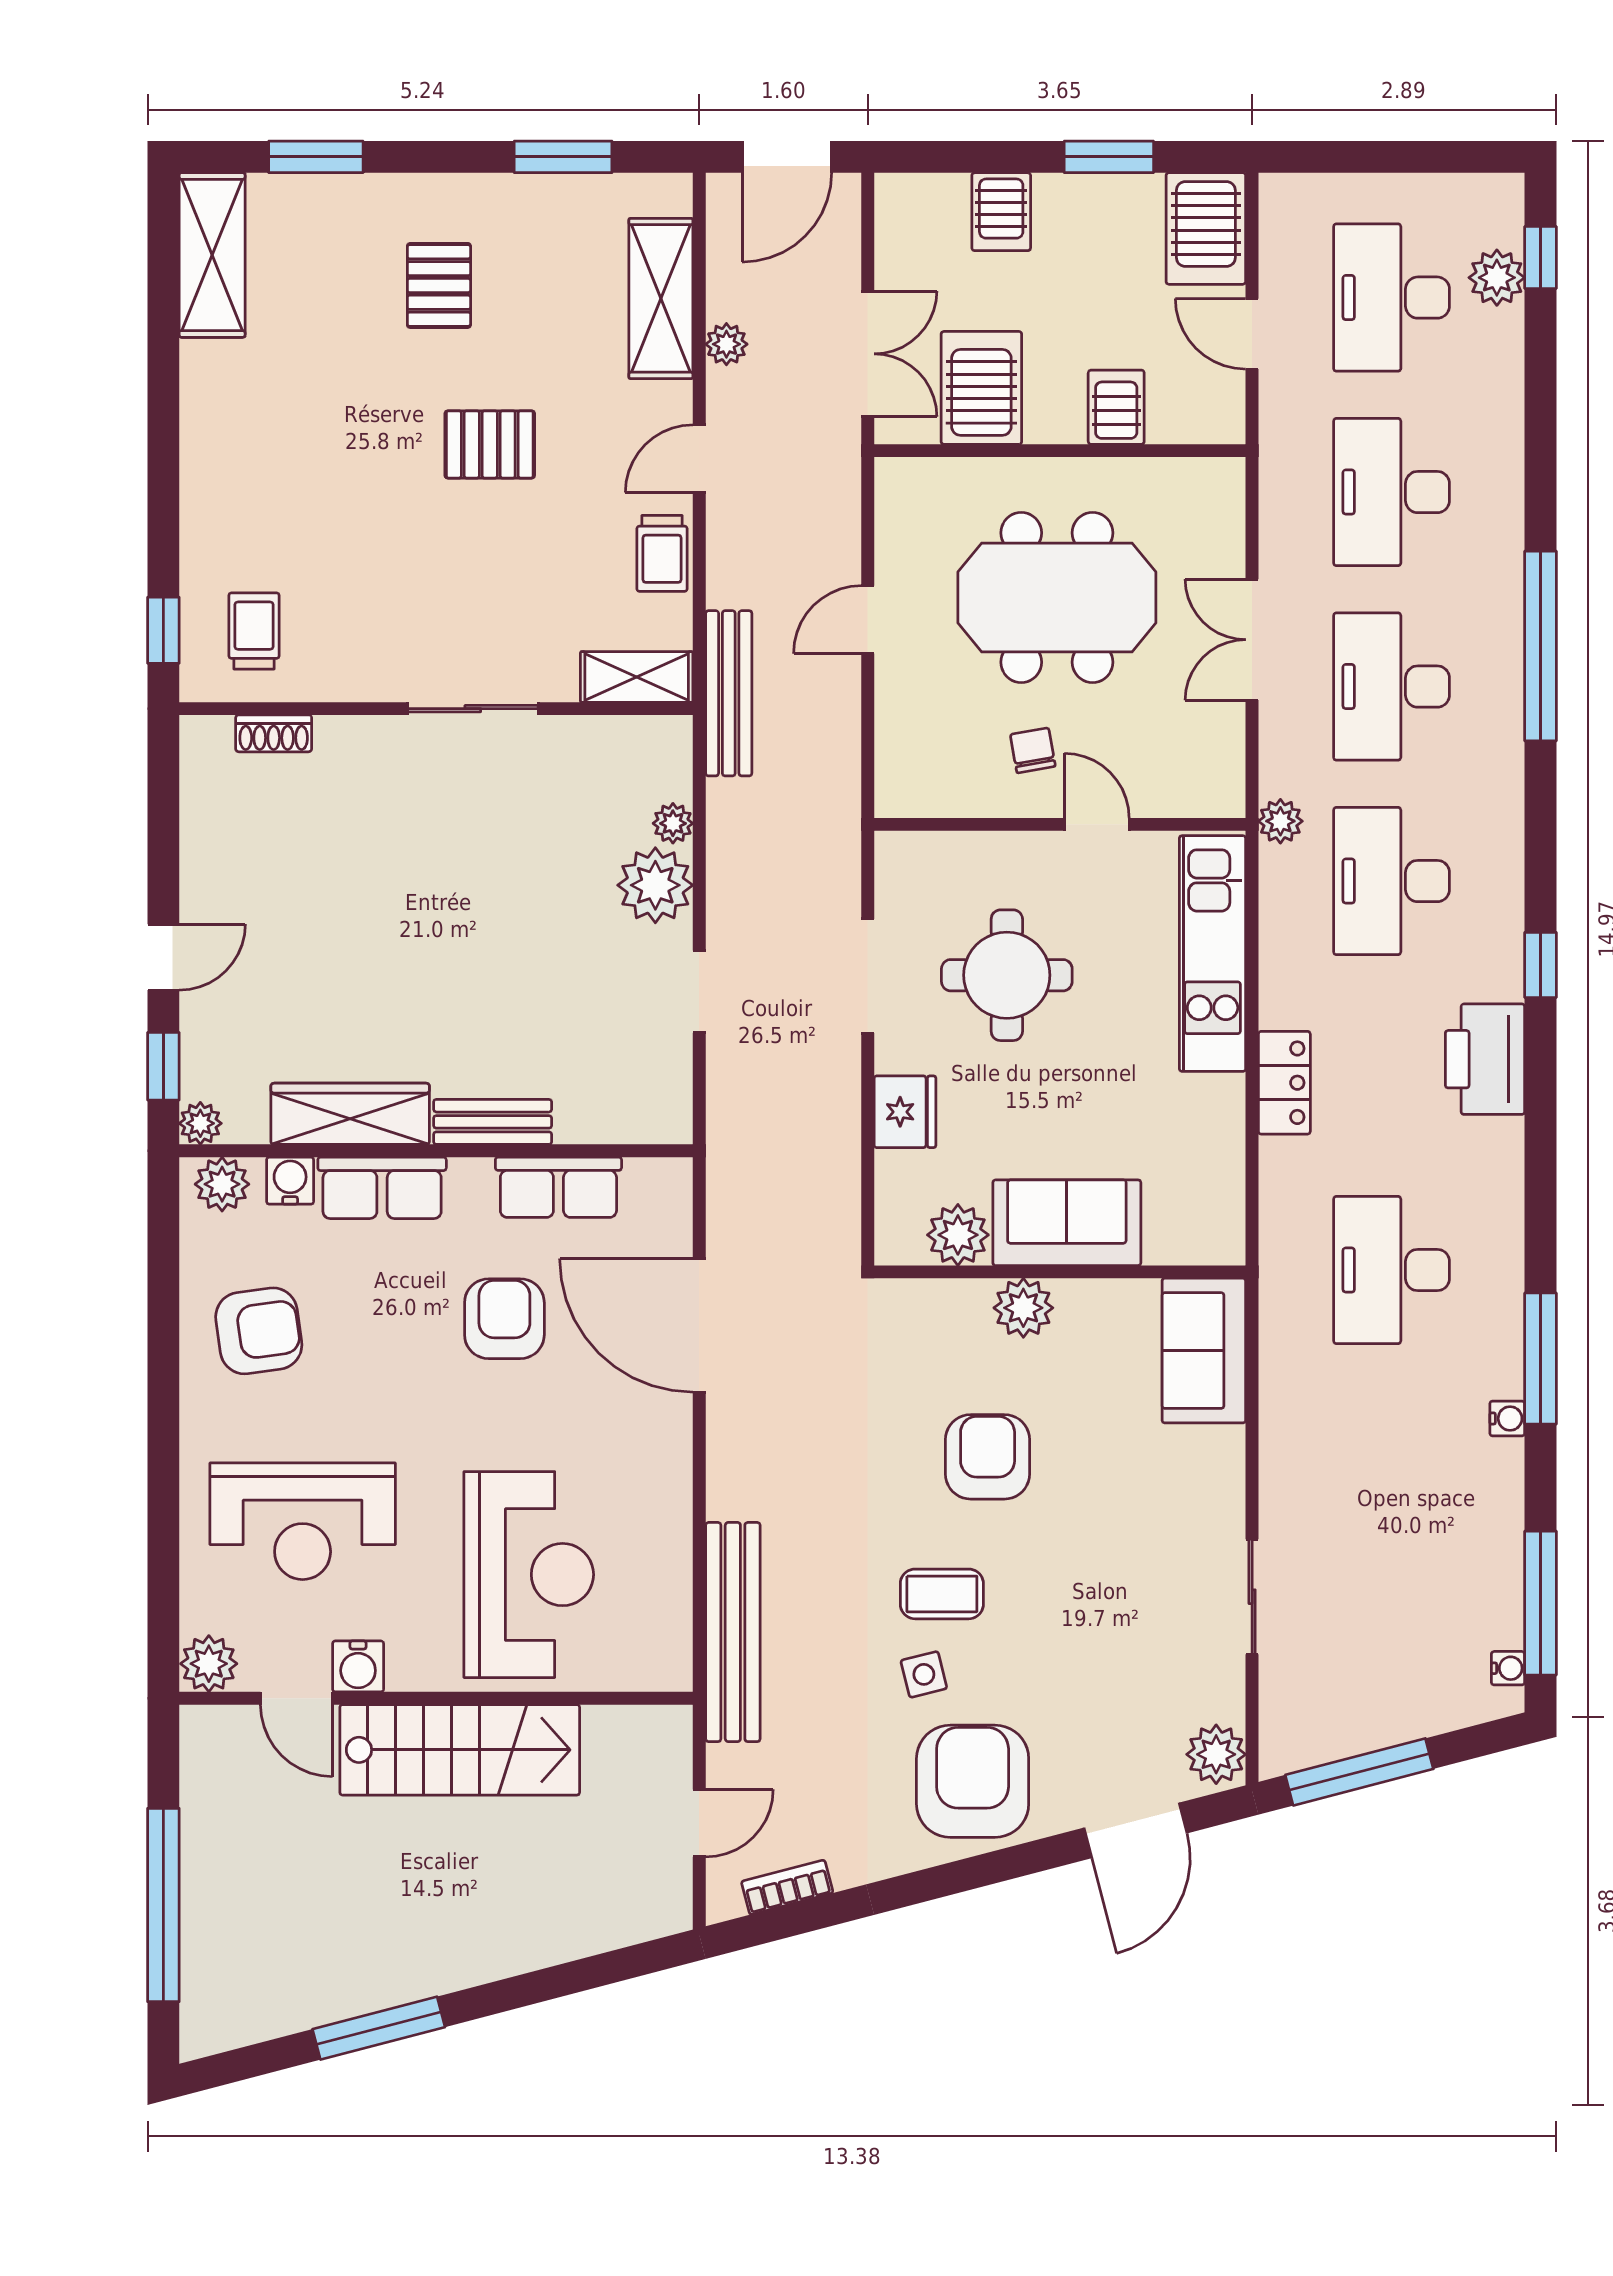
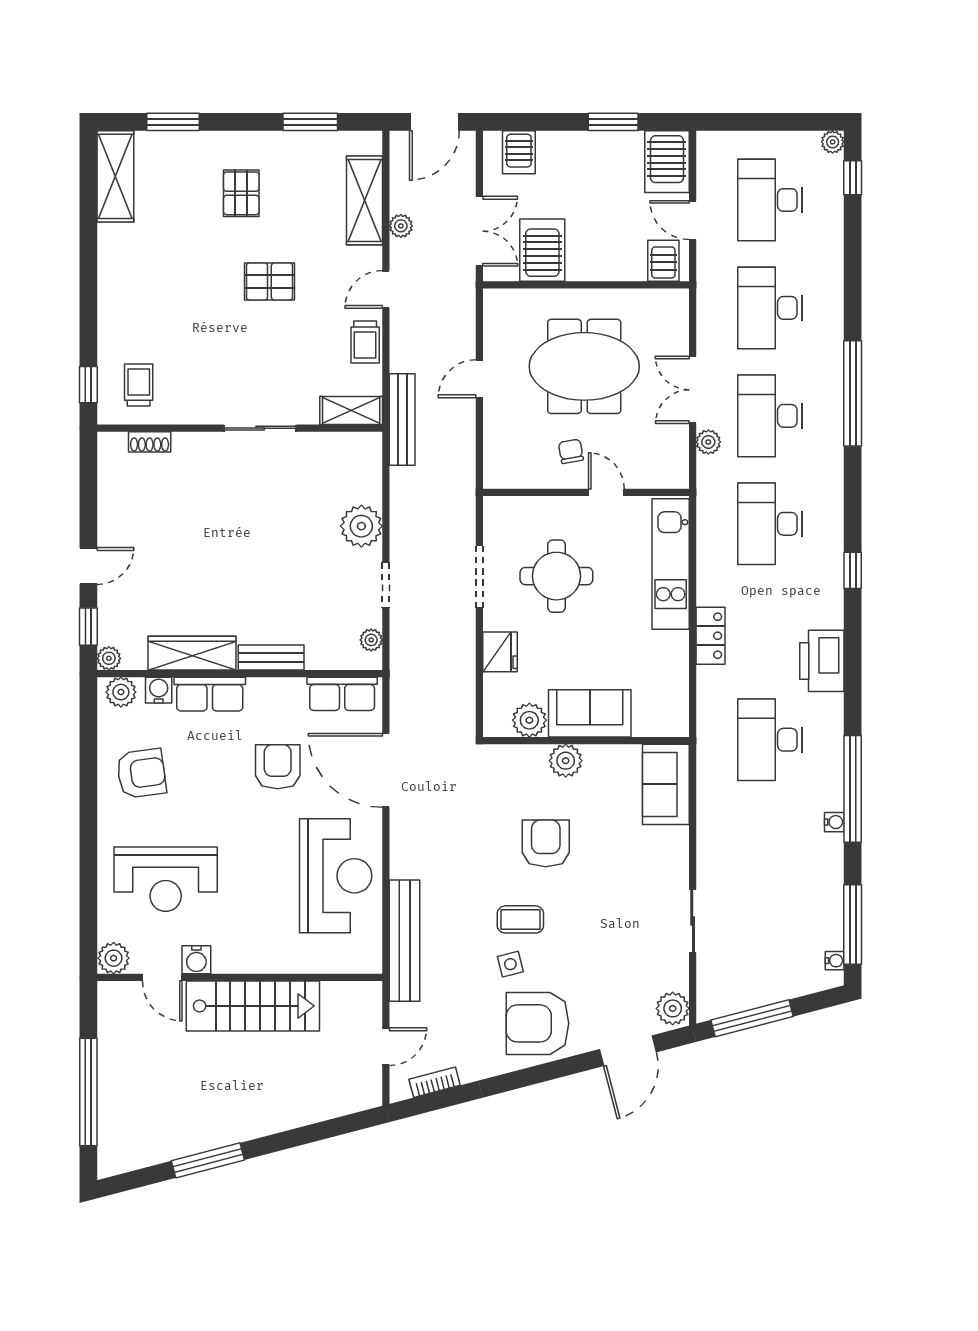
server rack: (1001, 212) -> (519, 152), moved
plant: (1497, 278) -> (833, 142), moved, width x0.73, depth x0.73
server rack: (1116, 407) -> (663, 261), moved
plant: (1280, 821) -> (708, 442), moved
plant: (673, 823) -> (371, 640), moved
printer: (1485, 1059) -> (822, 661), moved
row of seats: (558, 1187) -> (342, 694), moved
window: (1541, 1359) -> (853, 789), width x1.46
reception desk: (529, 1575) -> (336, 876), moved
armchair: (973, 1781) -> (537, 1023), turned -90

